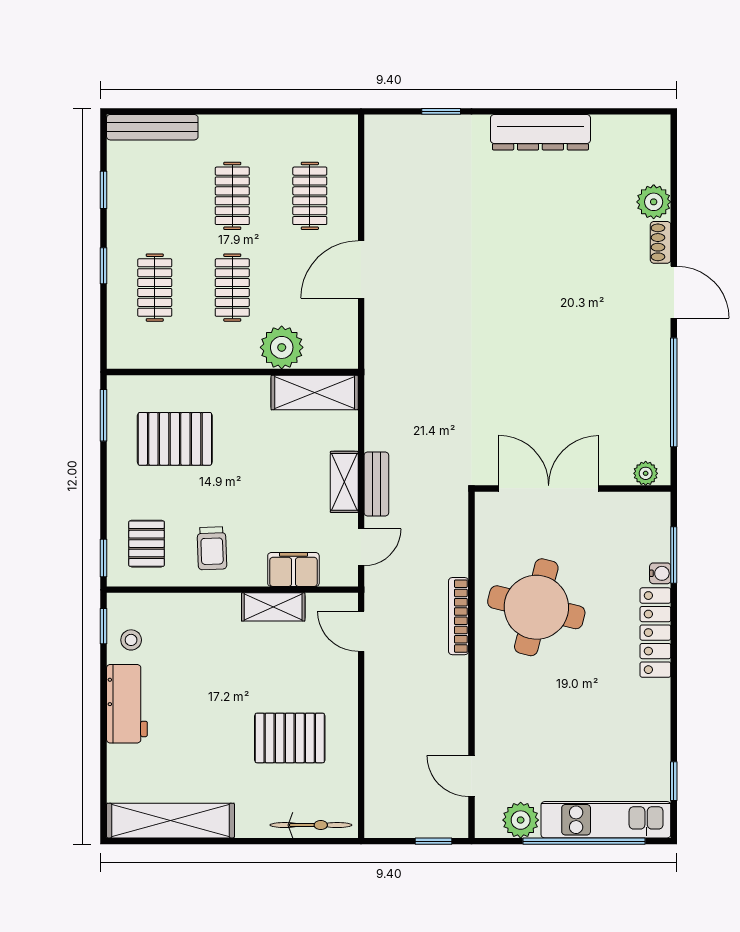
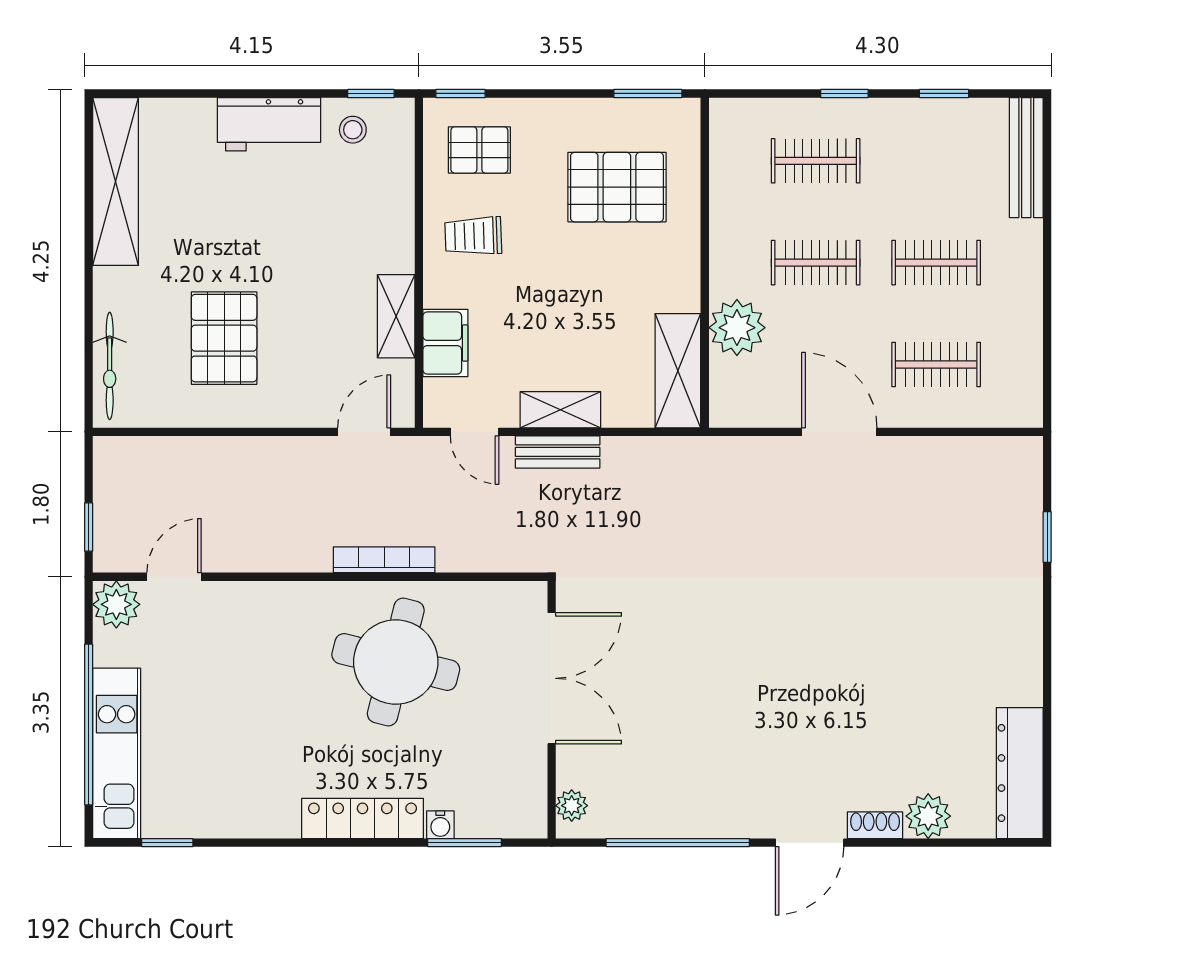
dresser: (540, 132) -> (1020, 773), moved
pallet: (175, 439) -> (617, 187), turned 90
plant: (521, 820) -> (116, 604), moved

